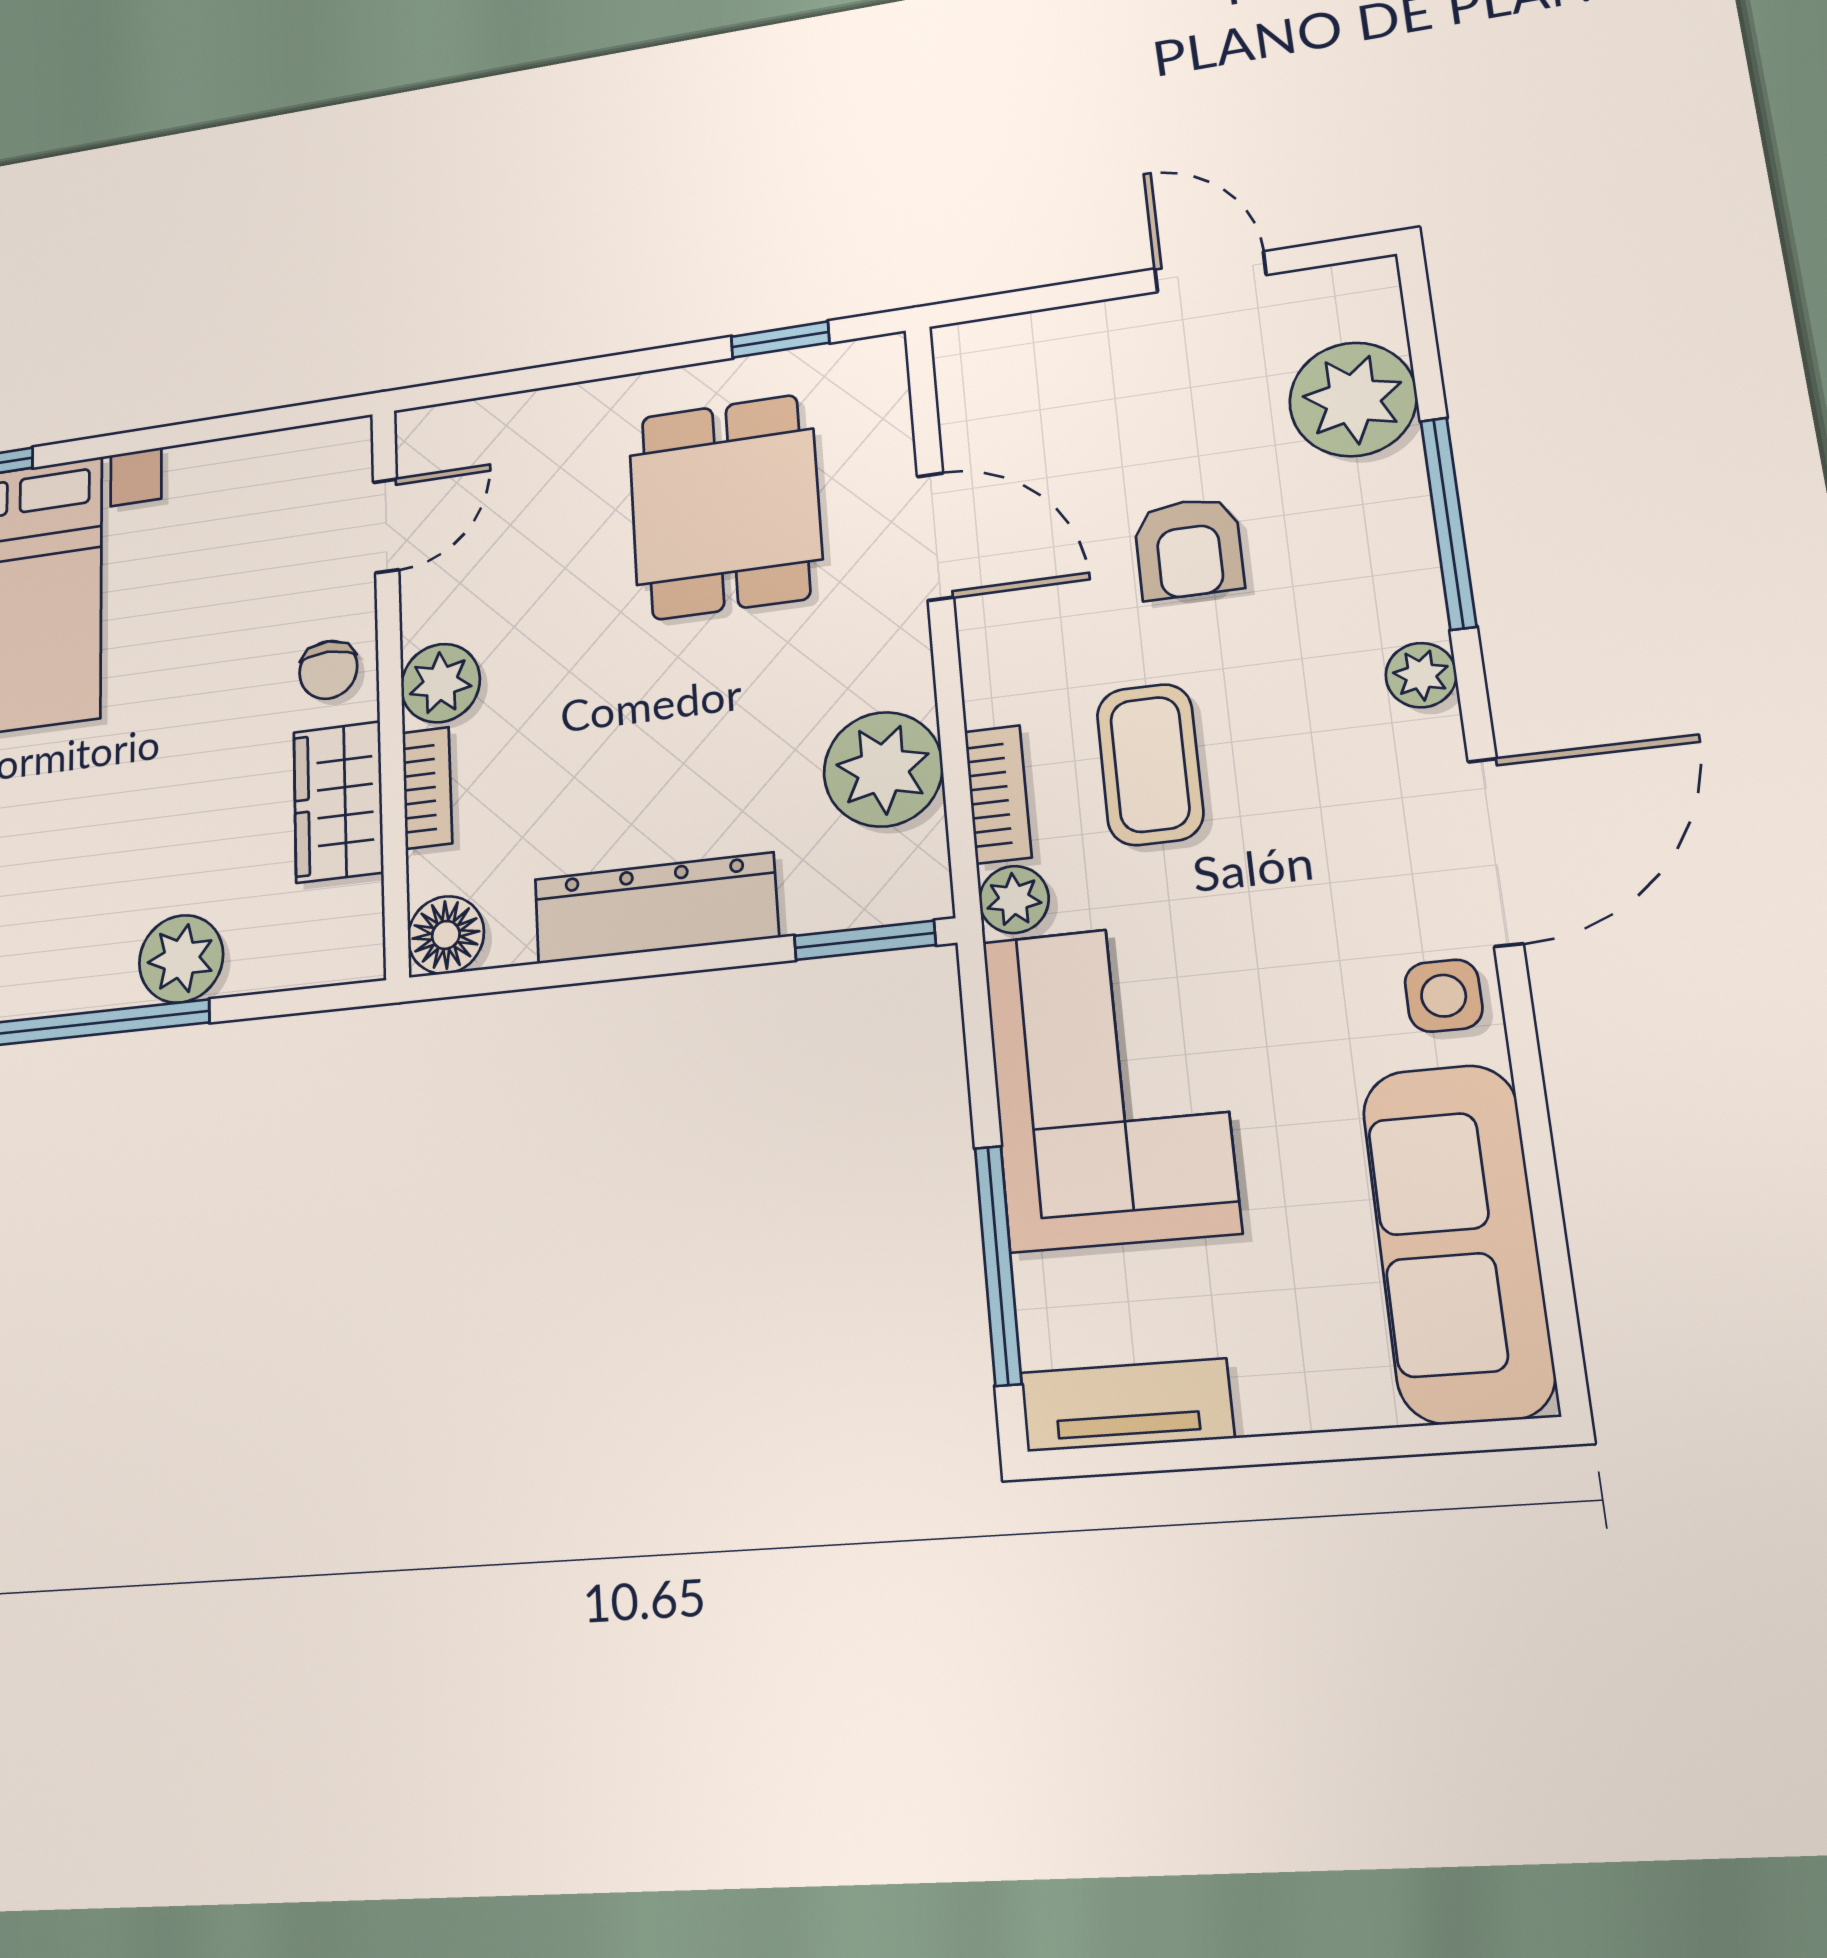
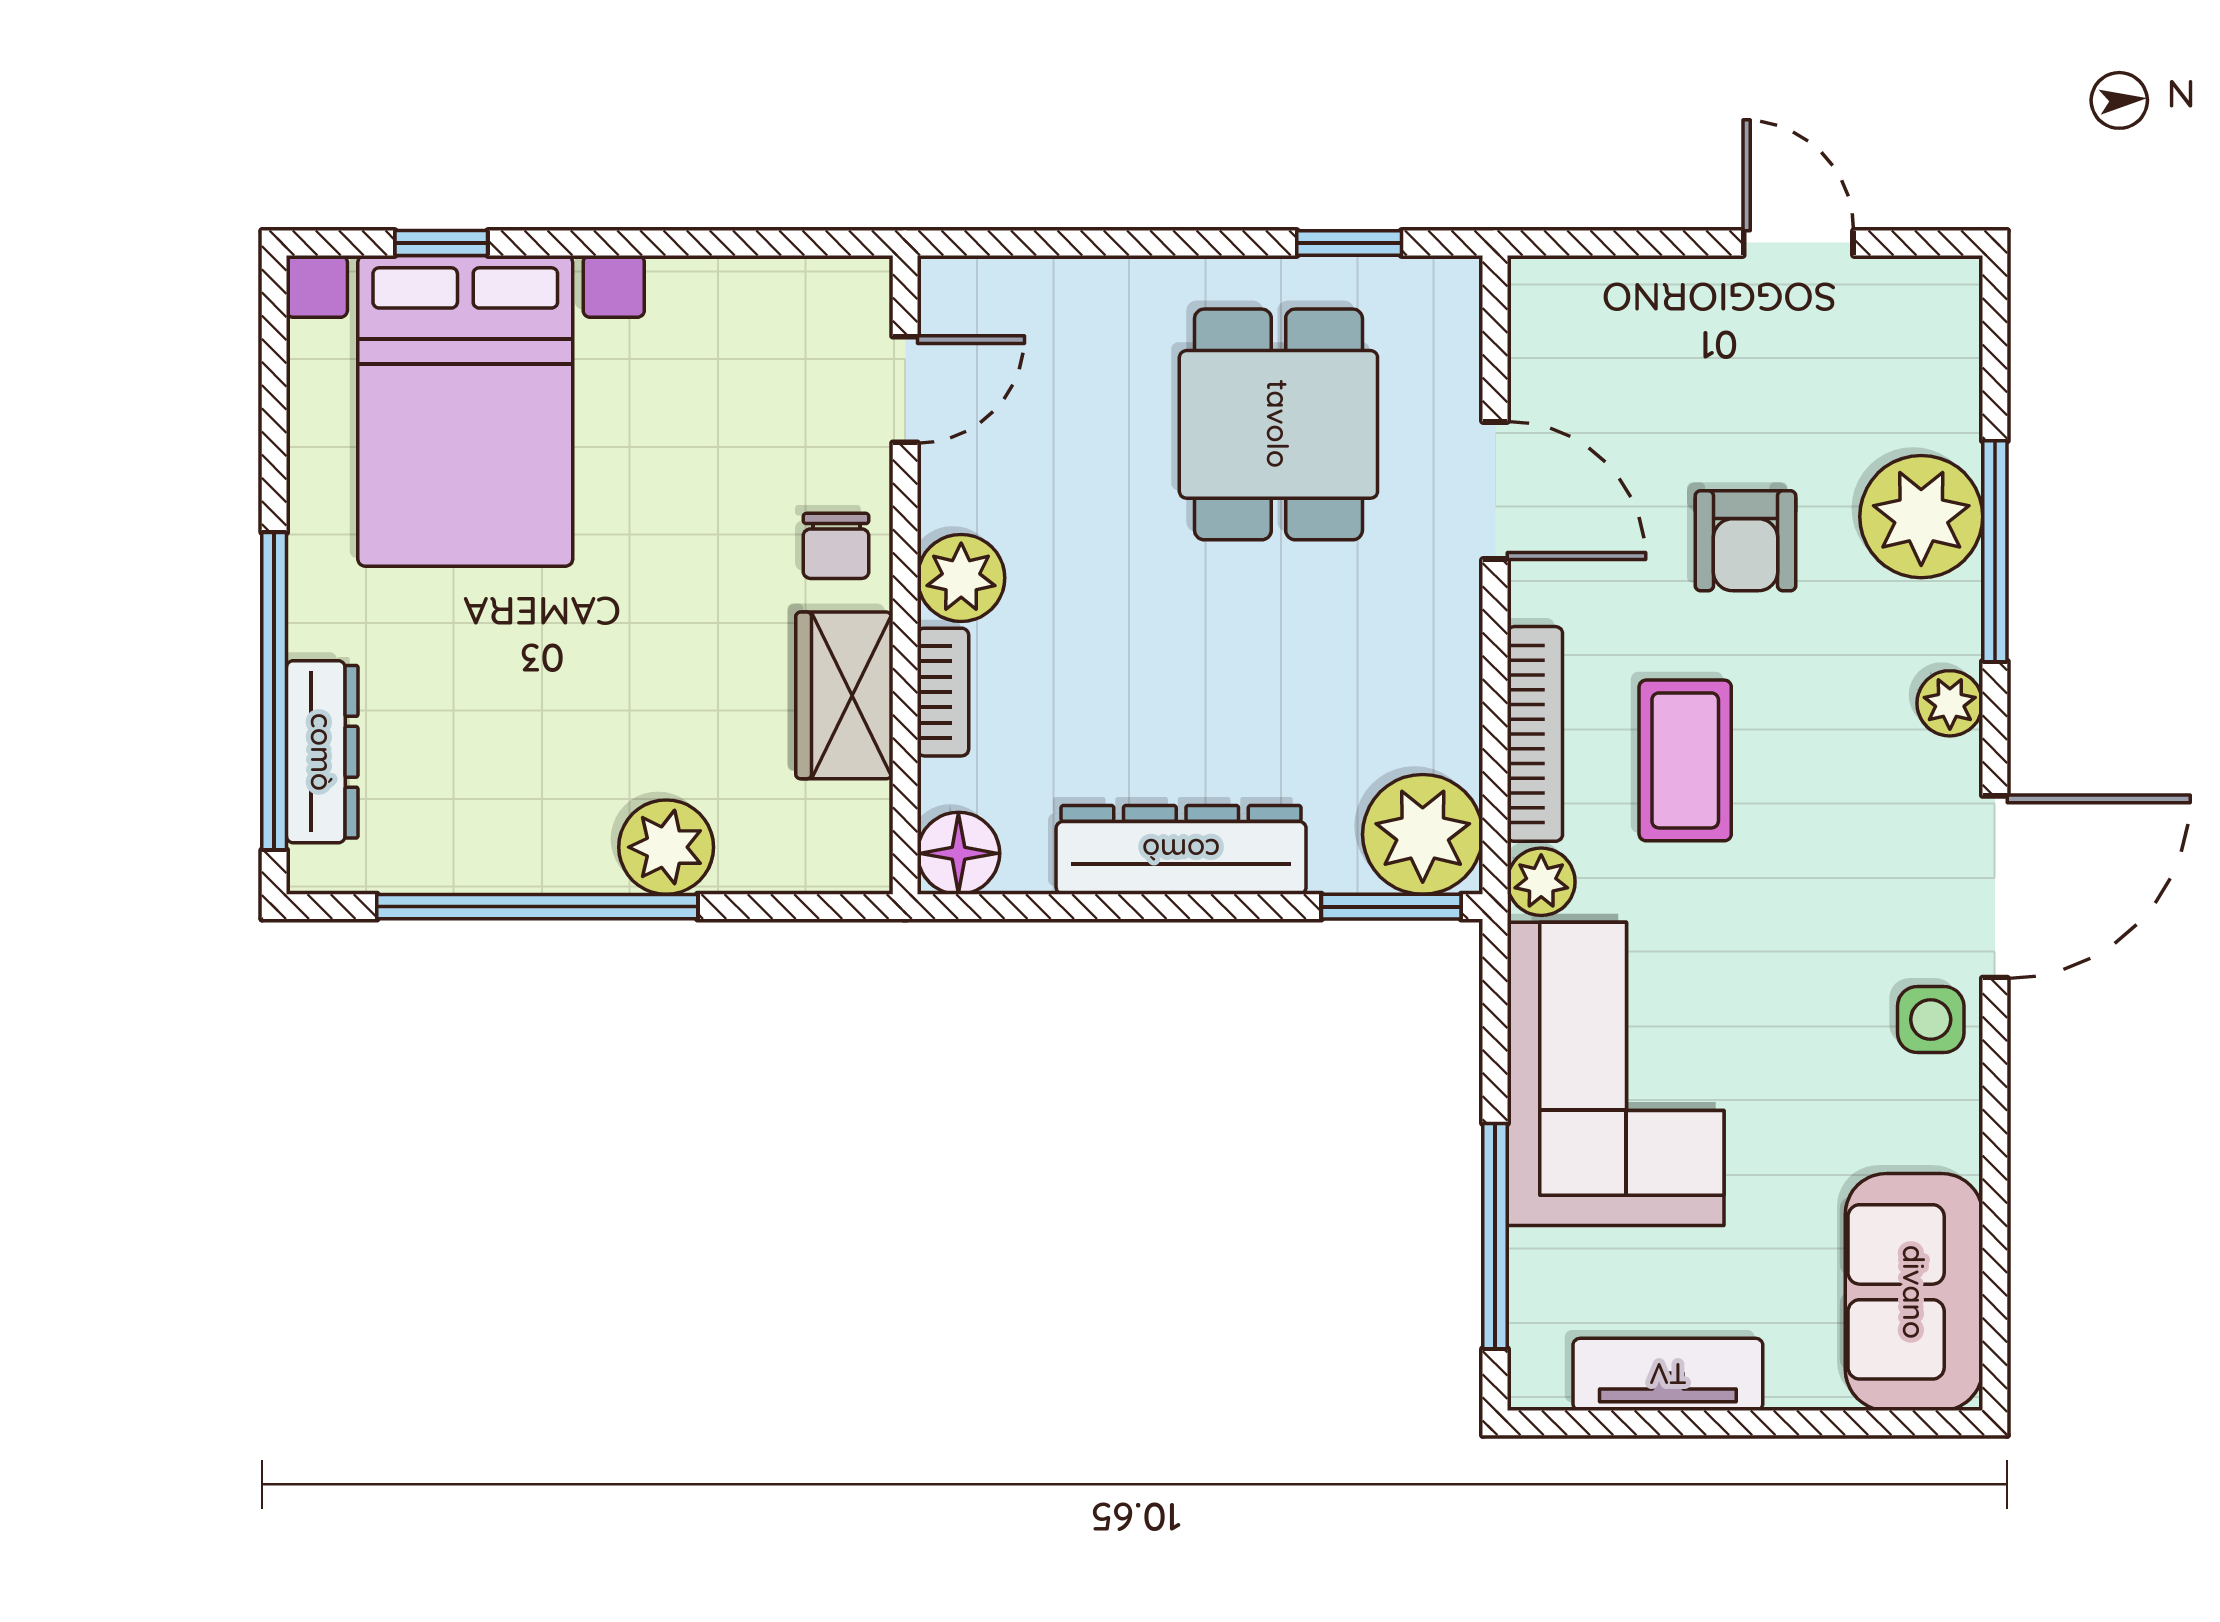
plant: (1353, 399) -> (1921, 517), moved
plant: (883, 769) -> (1423, 834), moved
bookcase: (998, 794) -> (1535, 734), width x1.56
sofa: (1458, 1242) -> (1914, 1292), width x0.73
tv unit: (1127, 1405) -> (1668, 1374), moved

